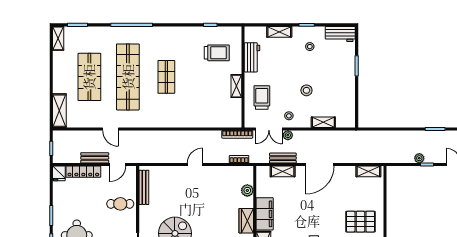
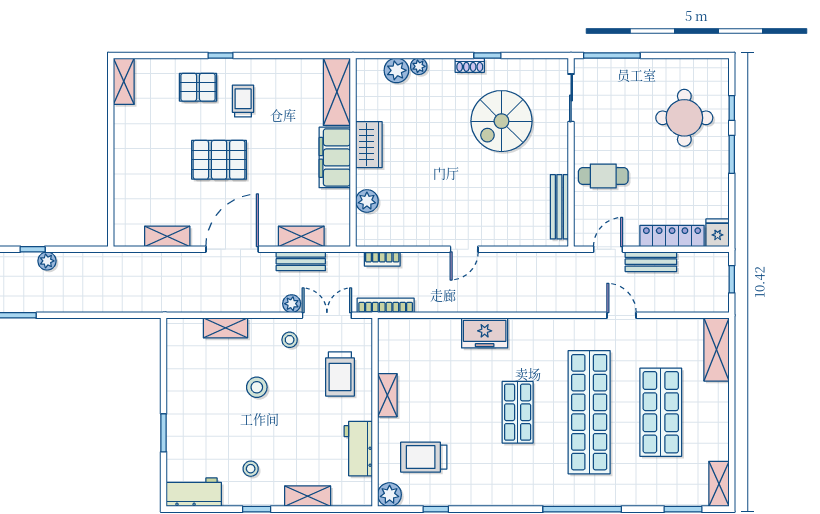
plant: (235, 33) -> (390, 495), added
freezer: (184, 120) -> (485, 333), added
shelving: (368, 171) -> (167, 236), moved
pallet: (360, 222) -> (219, 160), moved

